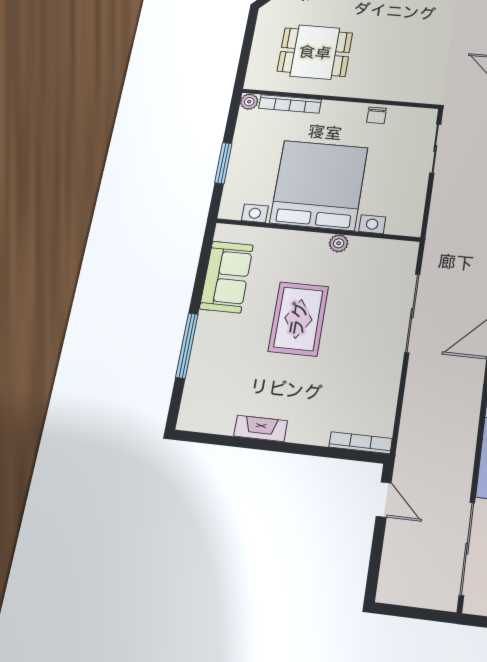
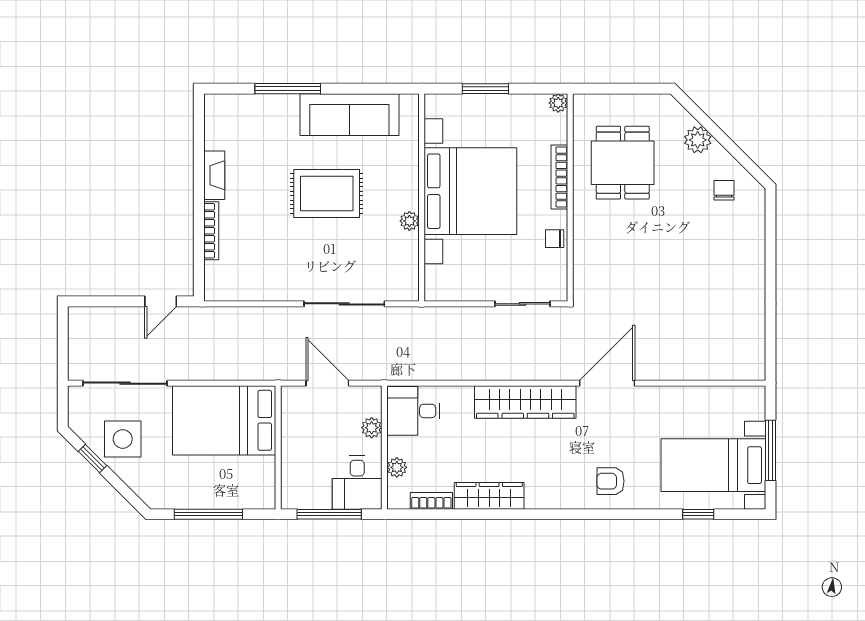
bookcase: (290, 104) -> (559, 177), moved
sofa: (226, 277) -> (349, 115), width x1.36
bookcase: (361, 443) -> (211, 231), moved

